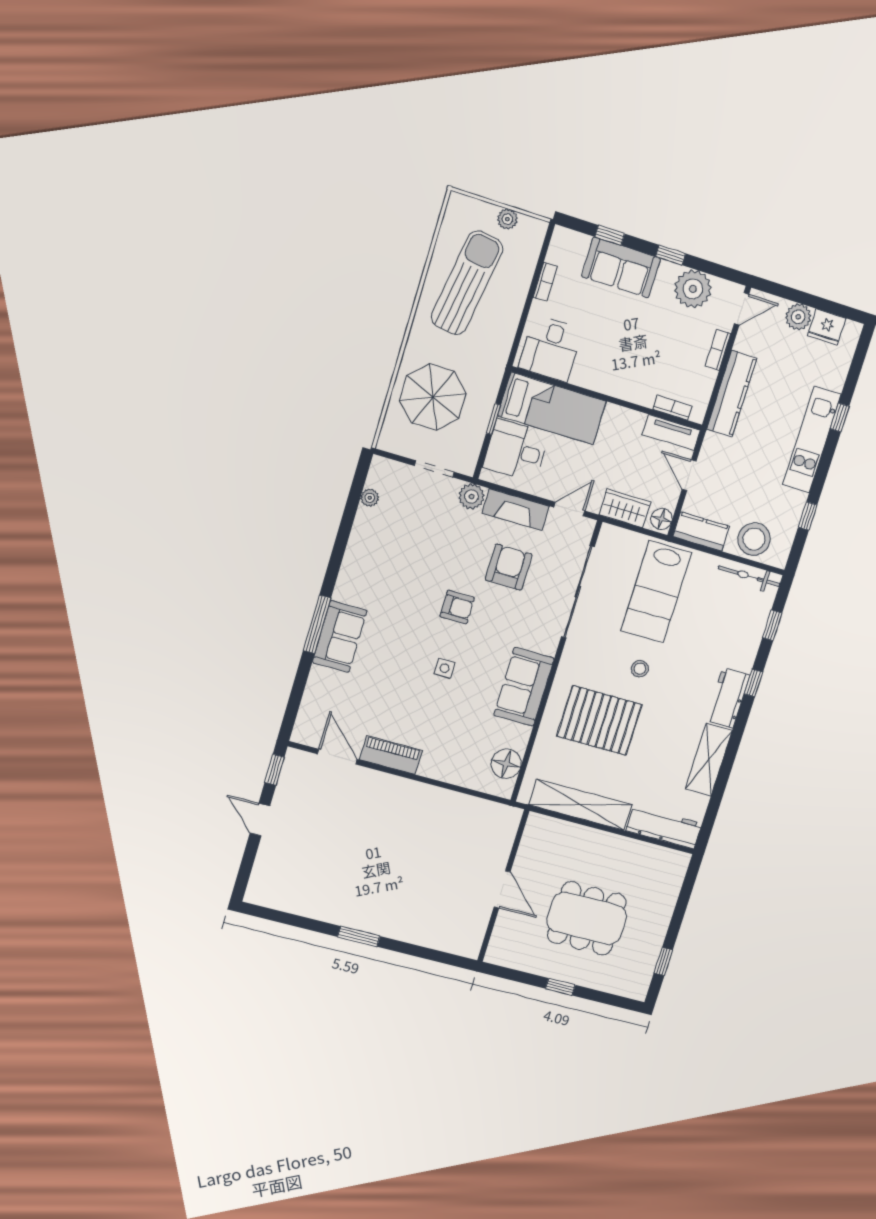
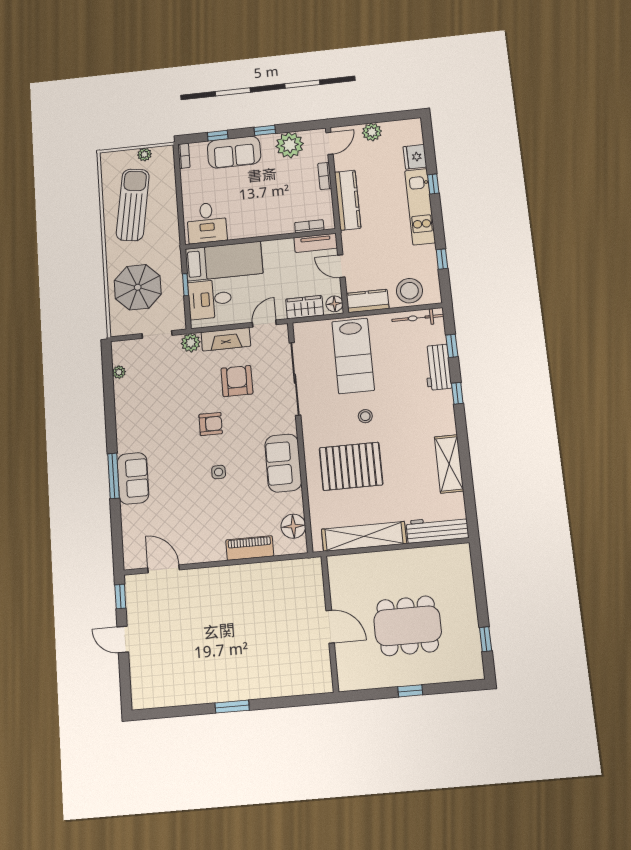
bookcase: (545, 282) -> (184, 156), moved
fridge: (827, 327) -> (415, 157), moved, turned 90
workbench: (728, 698) -> (438, 367), moved
piano: (391, 755) -> (250, 548), moved

